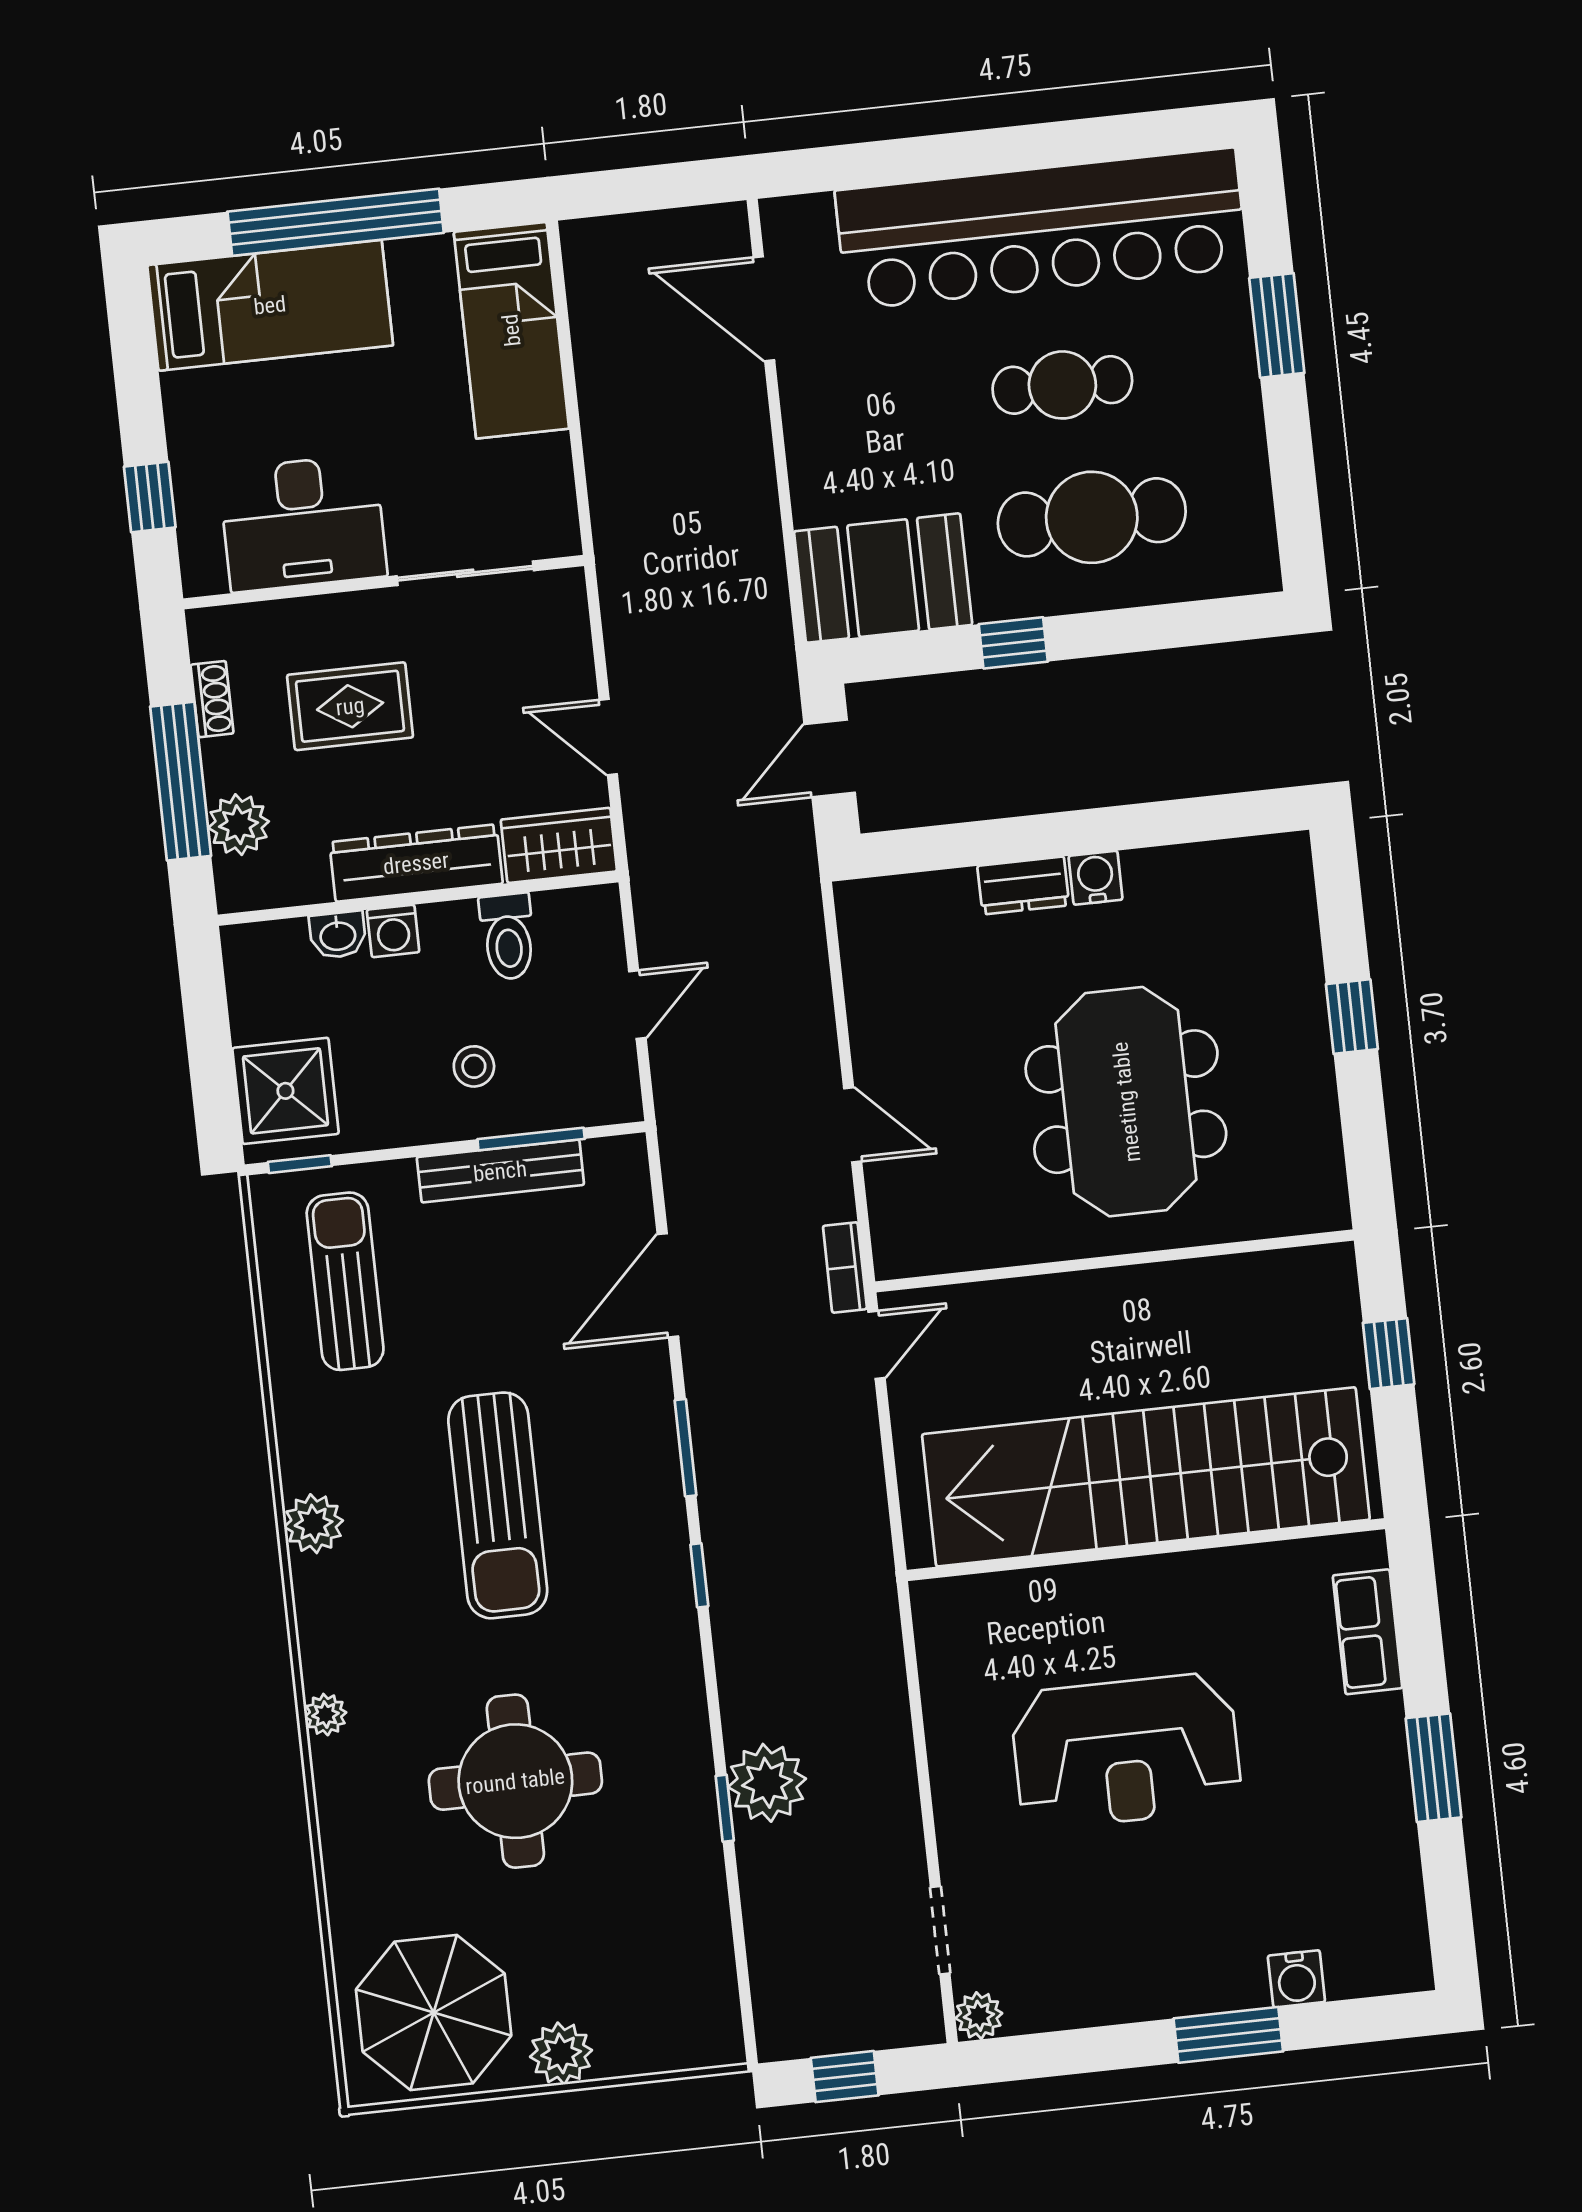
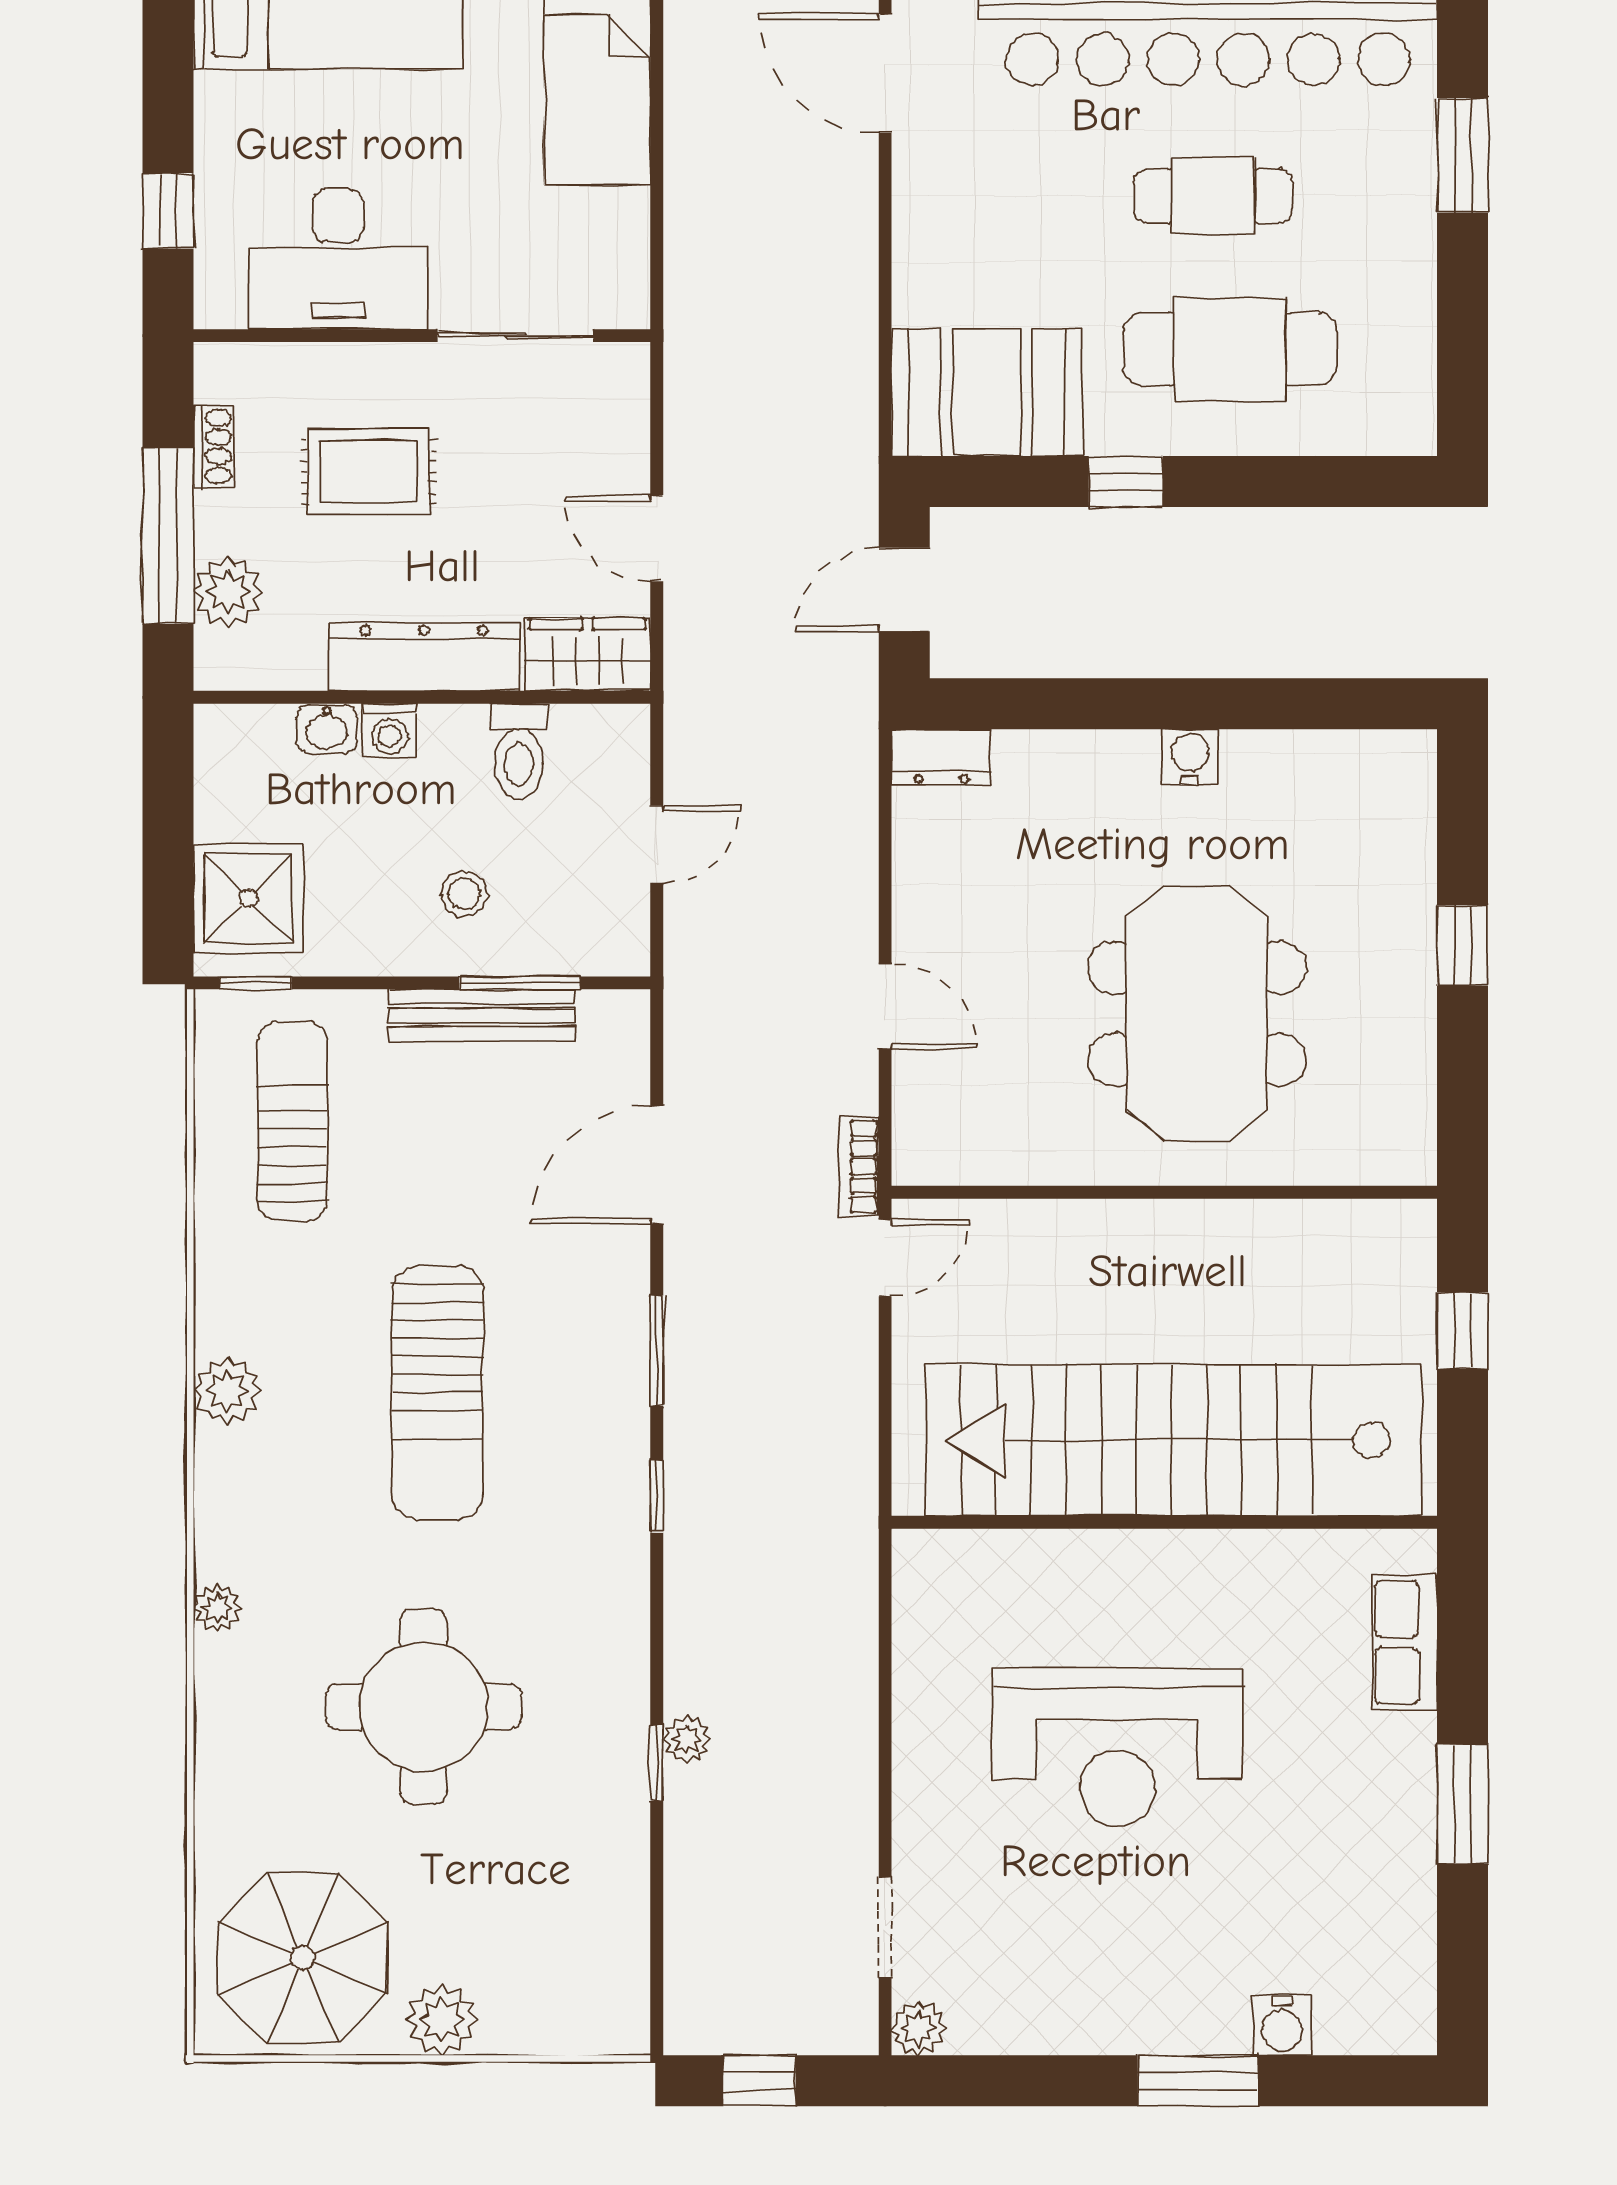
dresser: (1023, 886) -> (941, 757), moved
plant: (767, 1783) -> (687, 1739), width x0.53, depth x0.53

